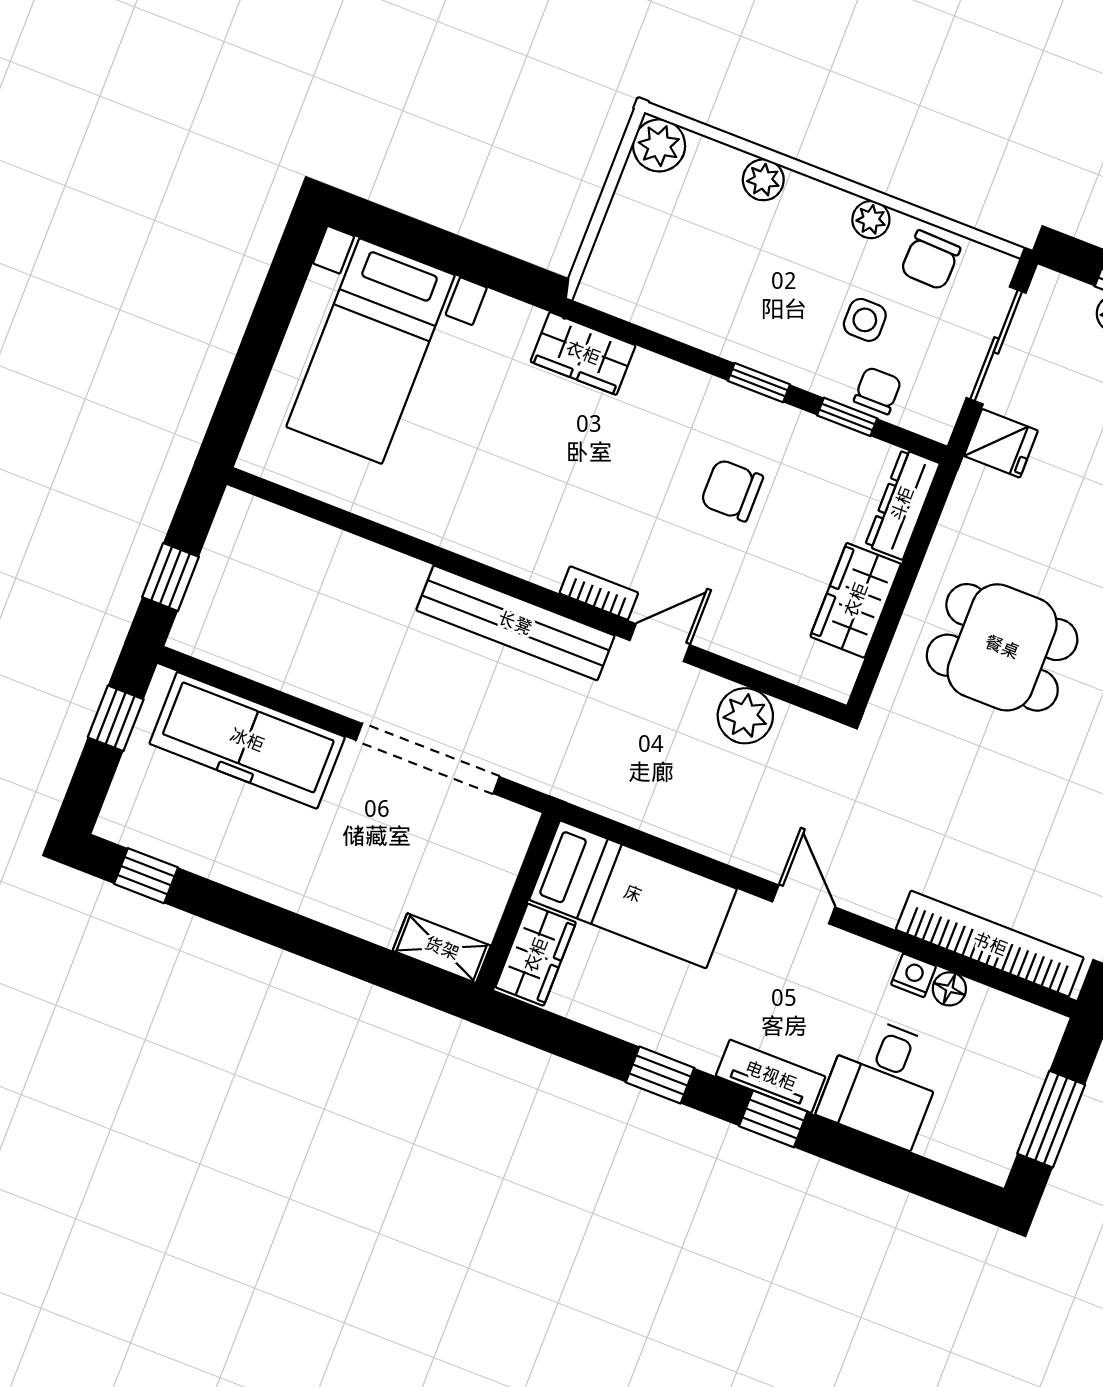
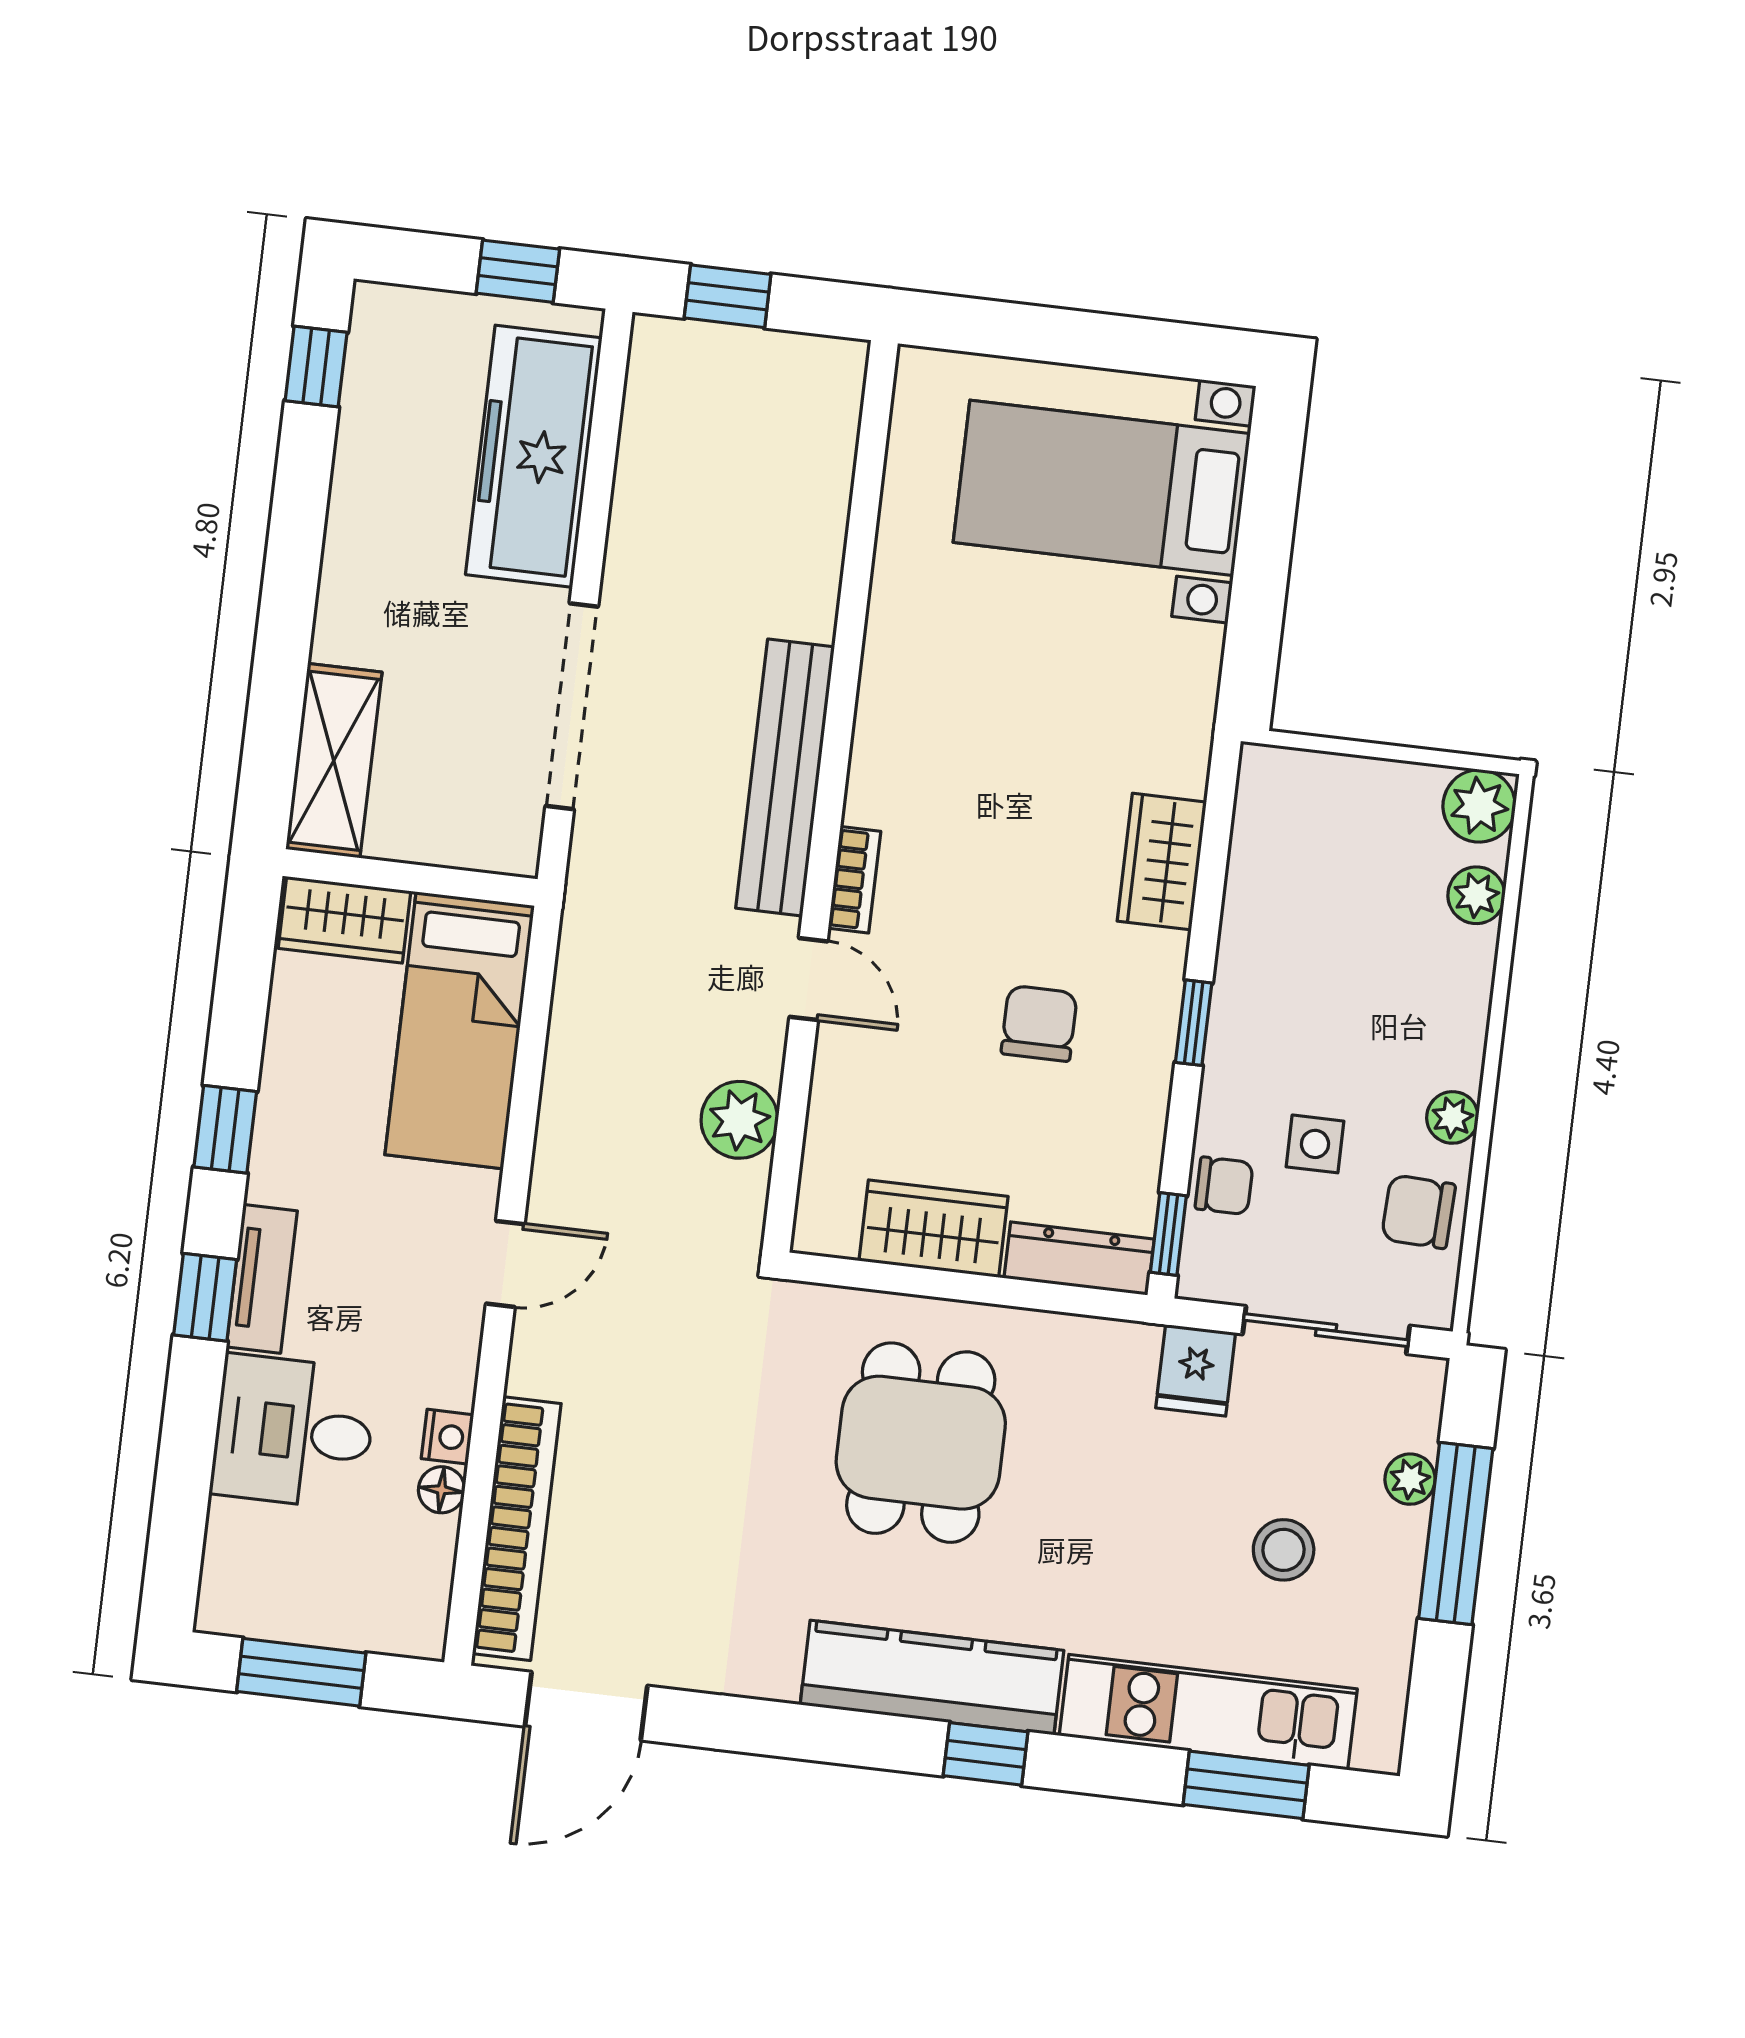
plant: (763, 180) -> (1476, 895), moved
wardrobe: (583, 353) -> (1162, 862), moved
window: (847, 417) -> (1168, 1234), moved
shelving: (442, 948) -> (334, 761), width x1.50, depth x1.33

